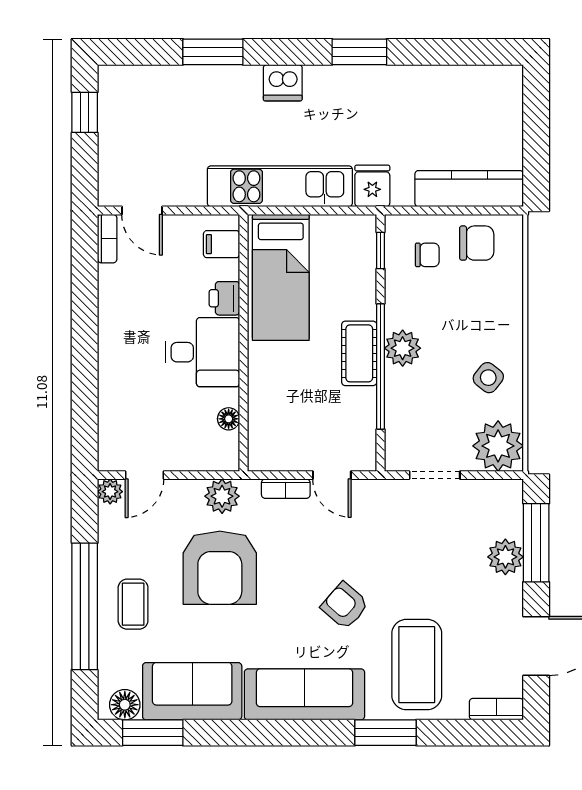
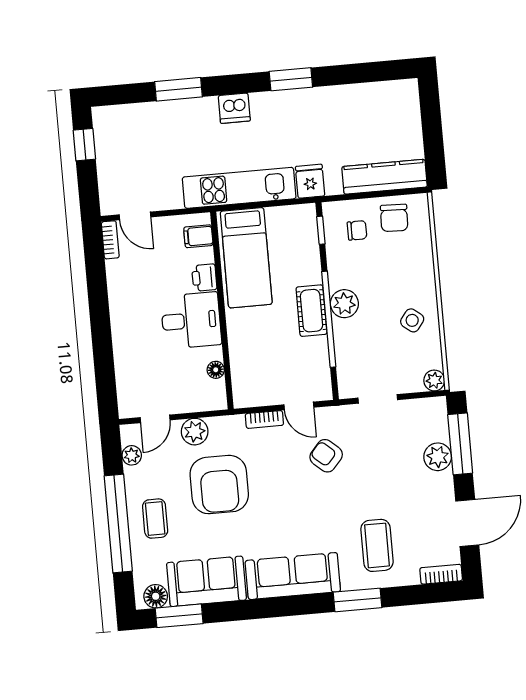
chair: (477, 243) -> (394, 218), turned 92
plant: (498, 446) -> (434, 380), width x0.53, depth x0.53
plant: (110, 492) -> (132, 455), moved
plant: (222, 496) -> (195, 432), moved
armchair: (345, 606) -> (326, 456), moved
coffee table: (417, 665) -> (377, 545), width x0.73, depth x0.76

